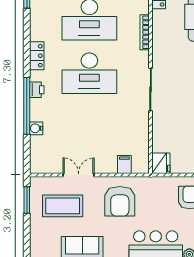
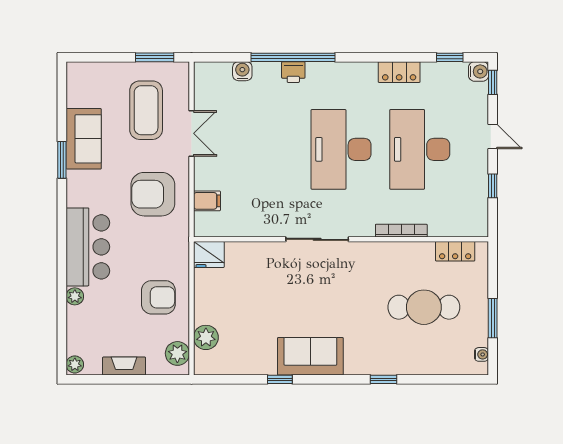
locker: (37, 56) -> (399, 72), moved
printer: (37, 90) -> (293, 72), moved
water cooler: (36, 128) -> (242, 71), moved

